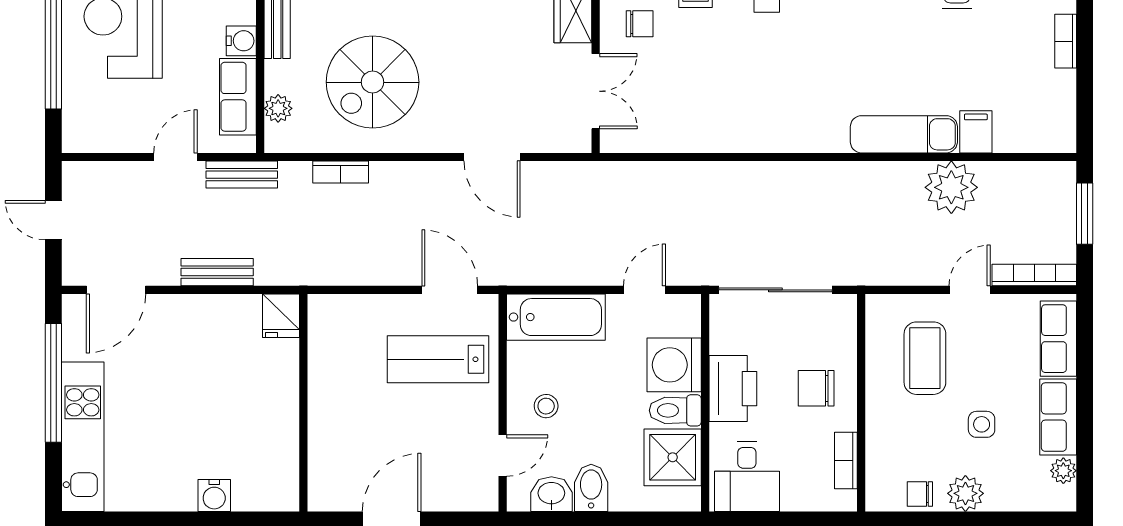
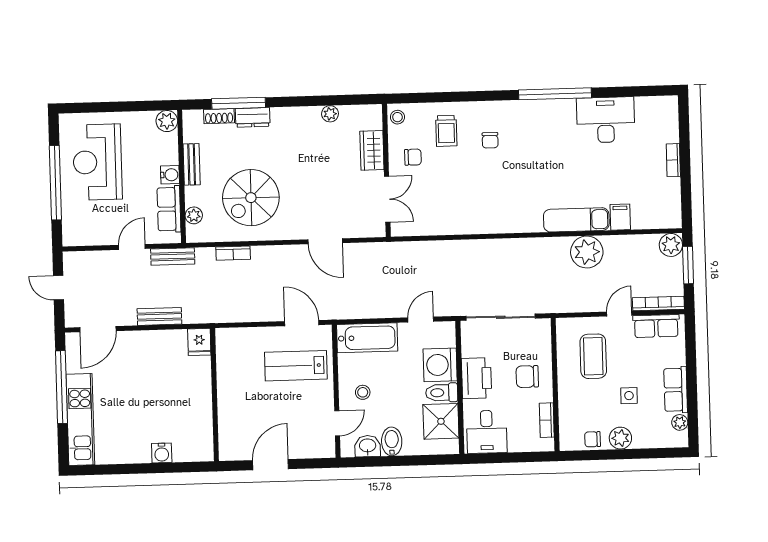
plant: (1057, 180) -> (671, 245), added
plant: (951, 187) -> (587, 252), moved
row of seats: (1058, 339) -> (656, 326), moved, turned -90

